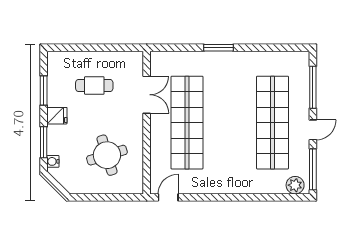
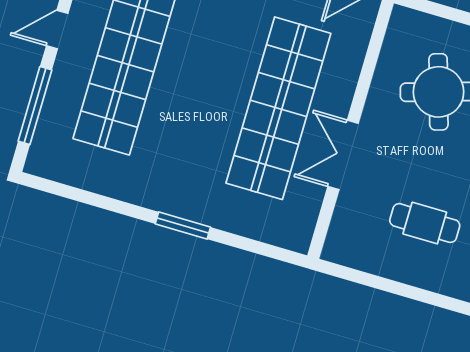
double door: (147, 95) -> (343, 155), moved

